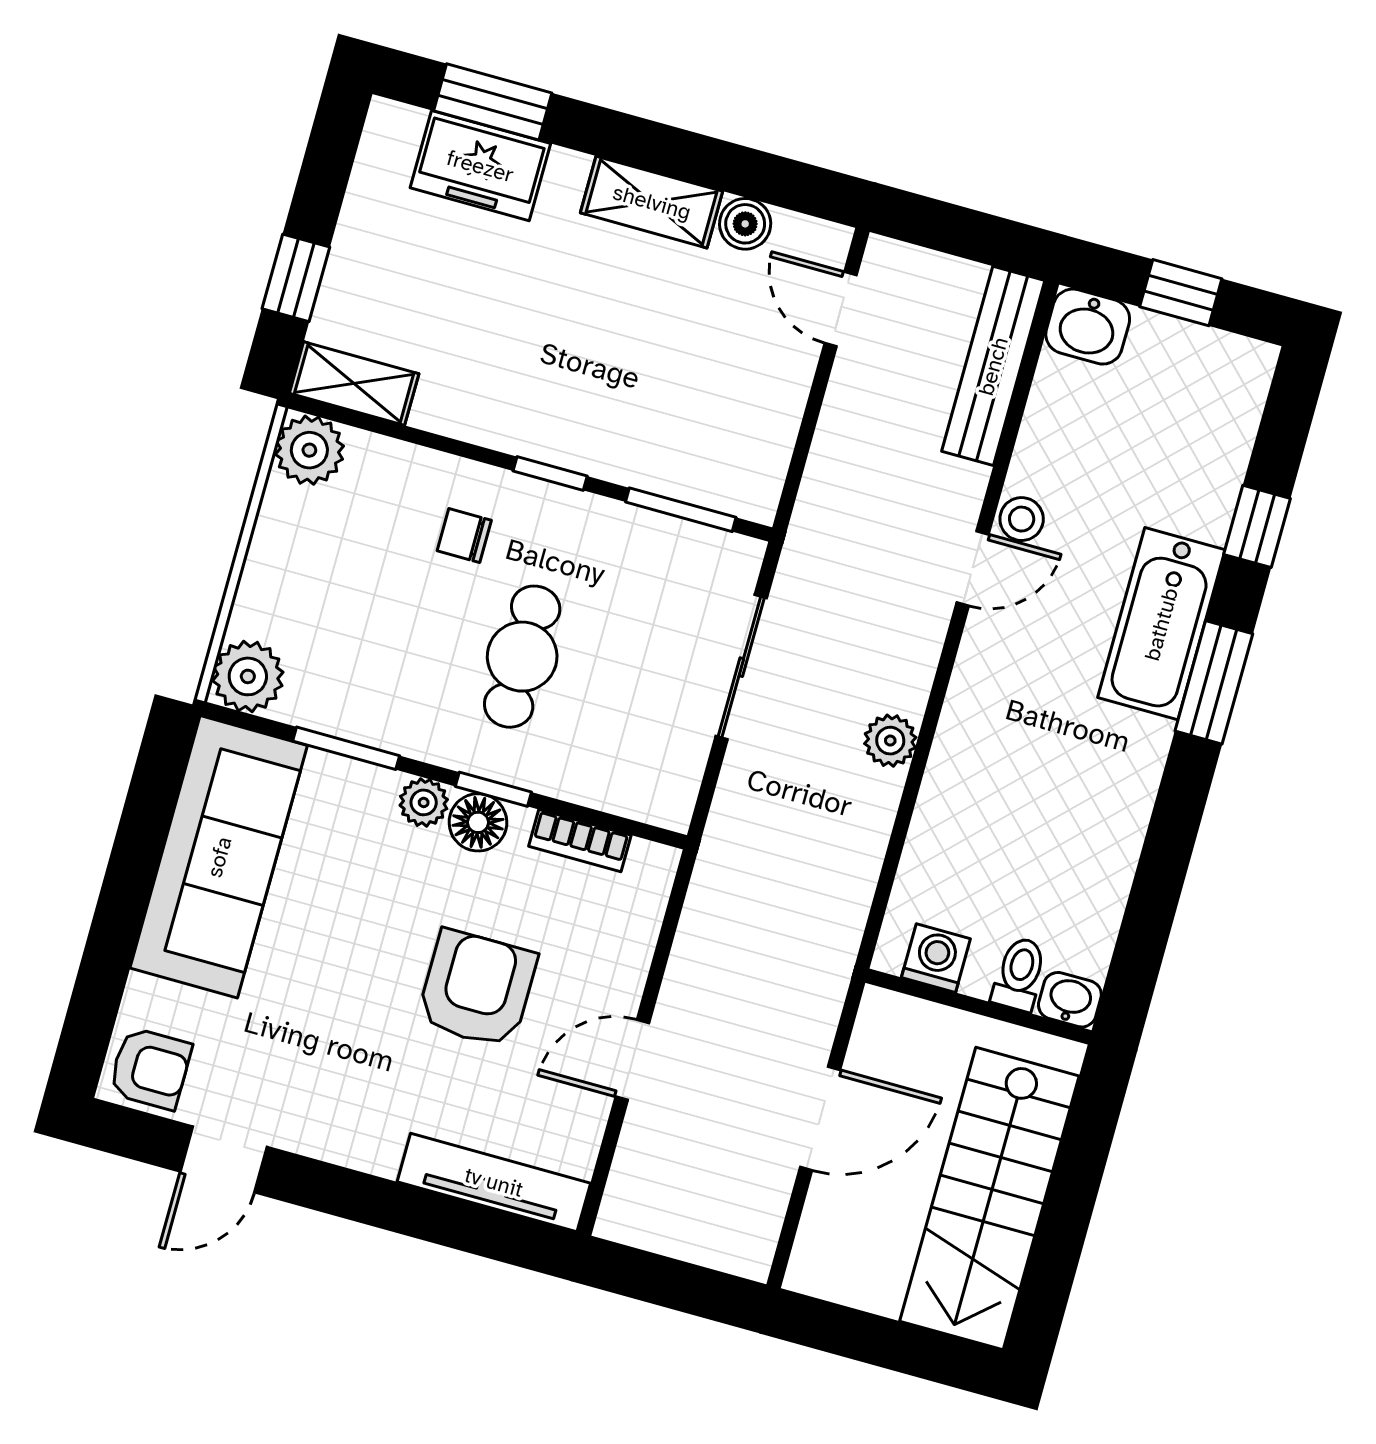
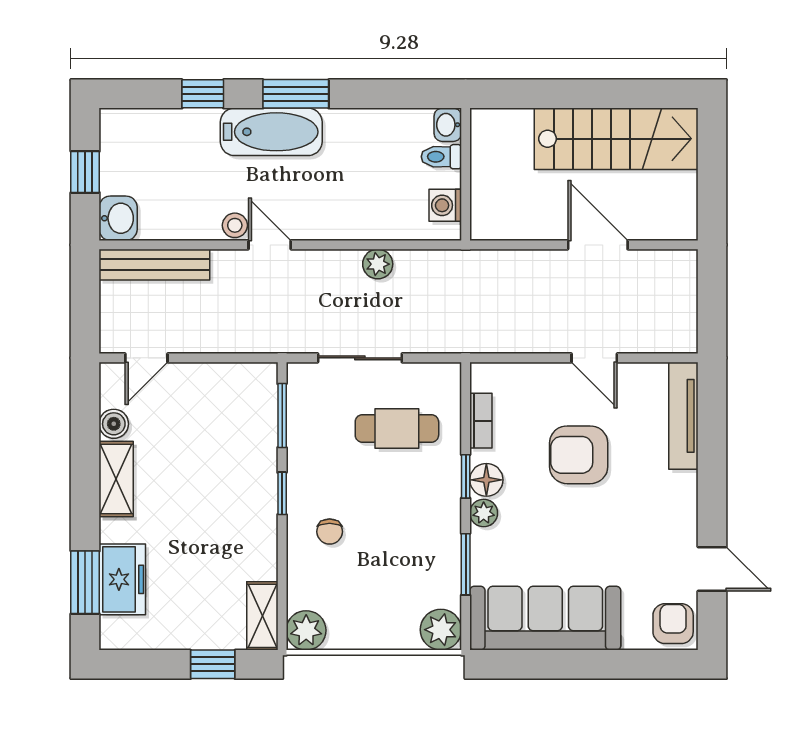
cafe table: (522, 657) -> (397, 428), moved
washing machine: (936, 958) -> (445, 205), moved
toilet: (1019, 974) -> (441, 157), moved
washbasin: (1070, 1000) -> (448, 125), moved
wall: (979, 1007) -> (466, 174), moved

